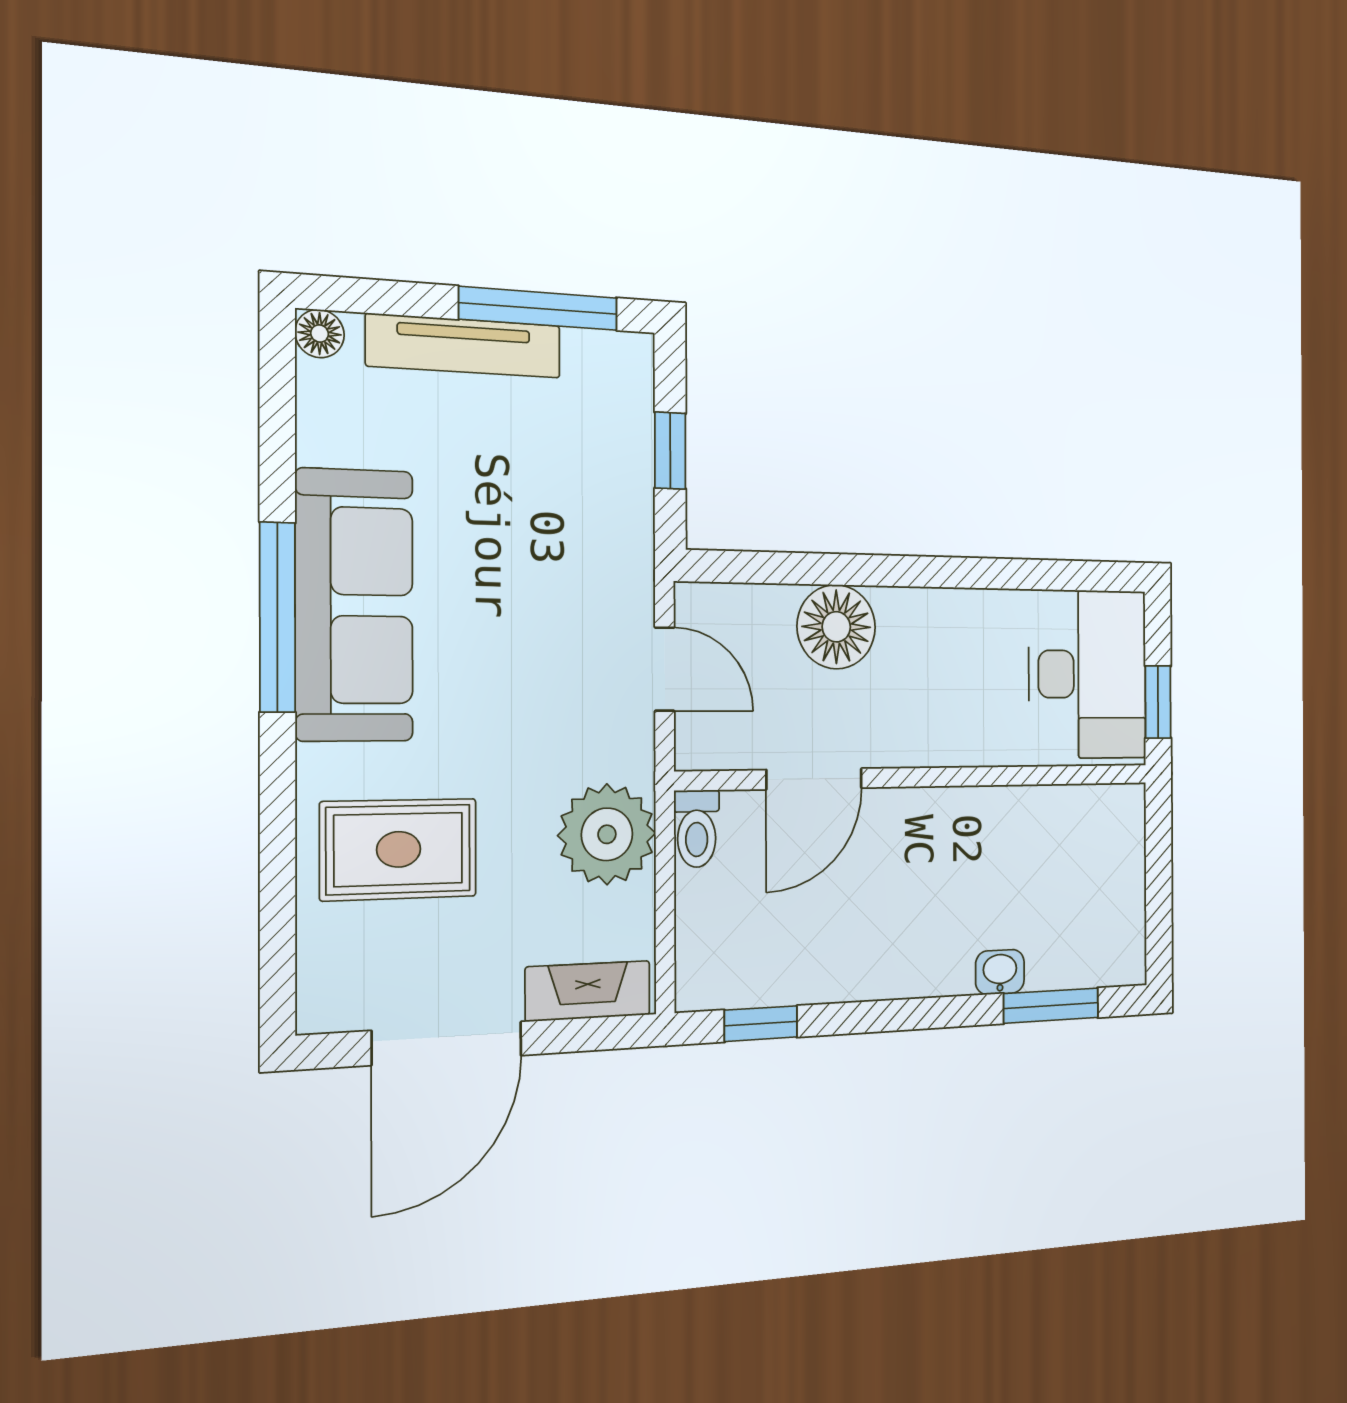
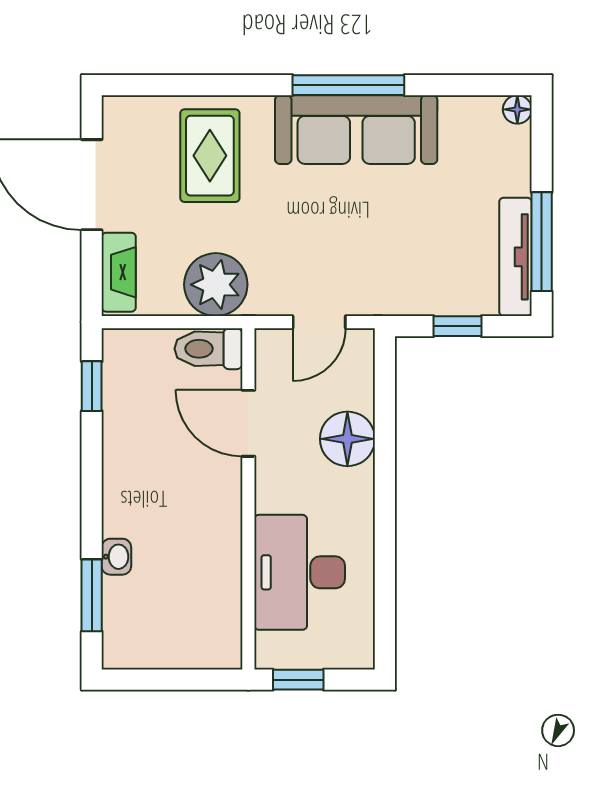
tv unit: (464, 346) -> (515, 257), moved
desk: (1088, 674) -> (300, 572), moved, turned 90
toilet: (697, 829) -> (208, 349), width x1.37, depth x1.39

